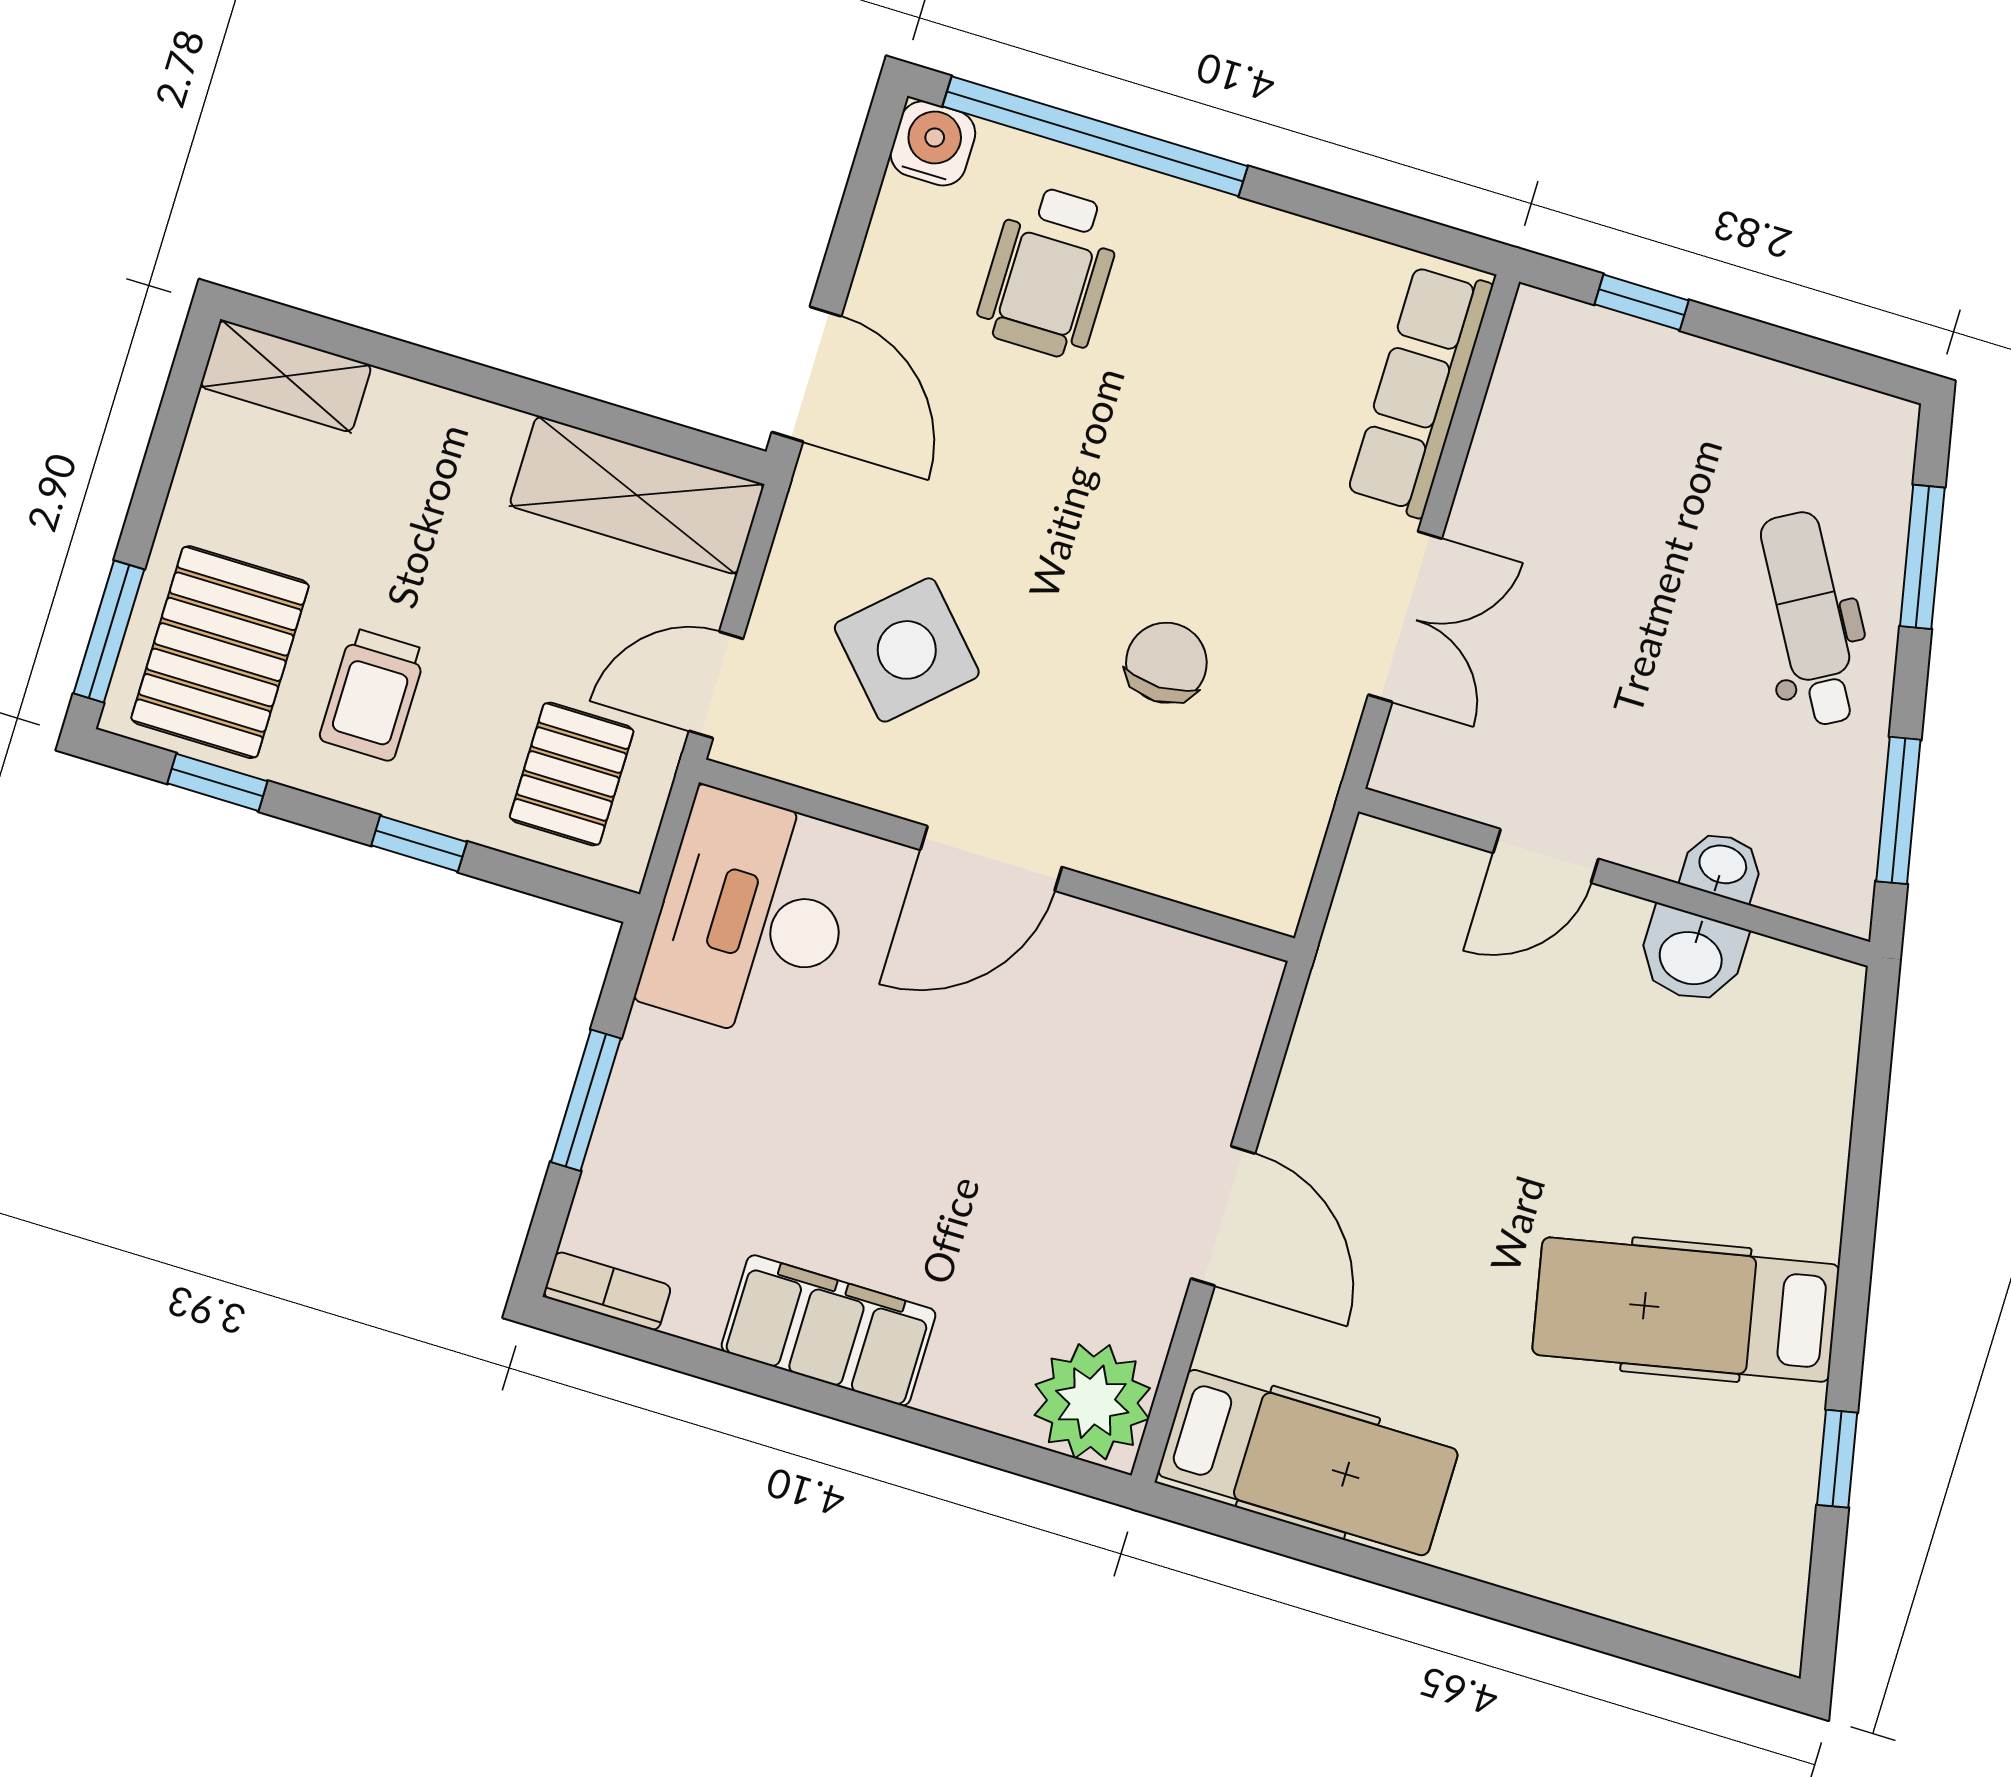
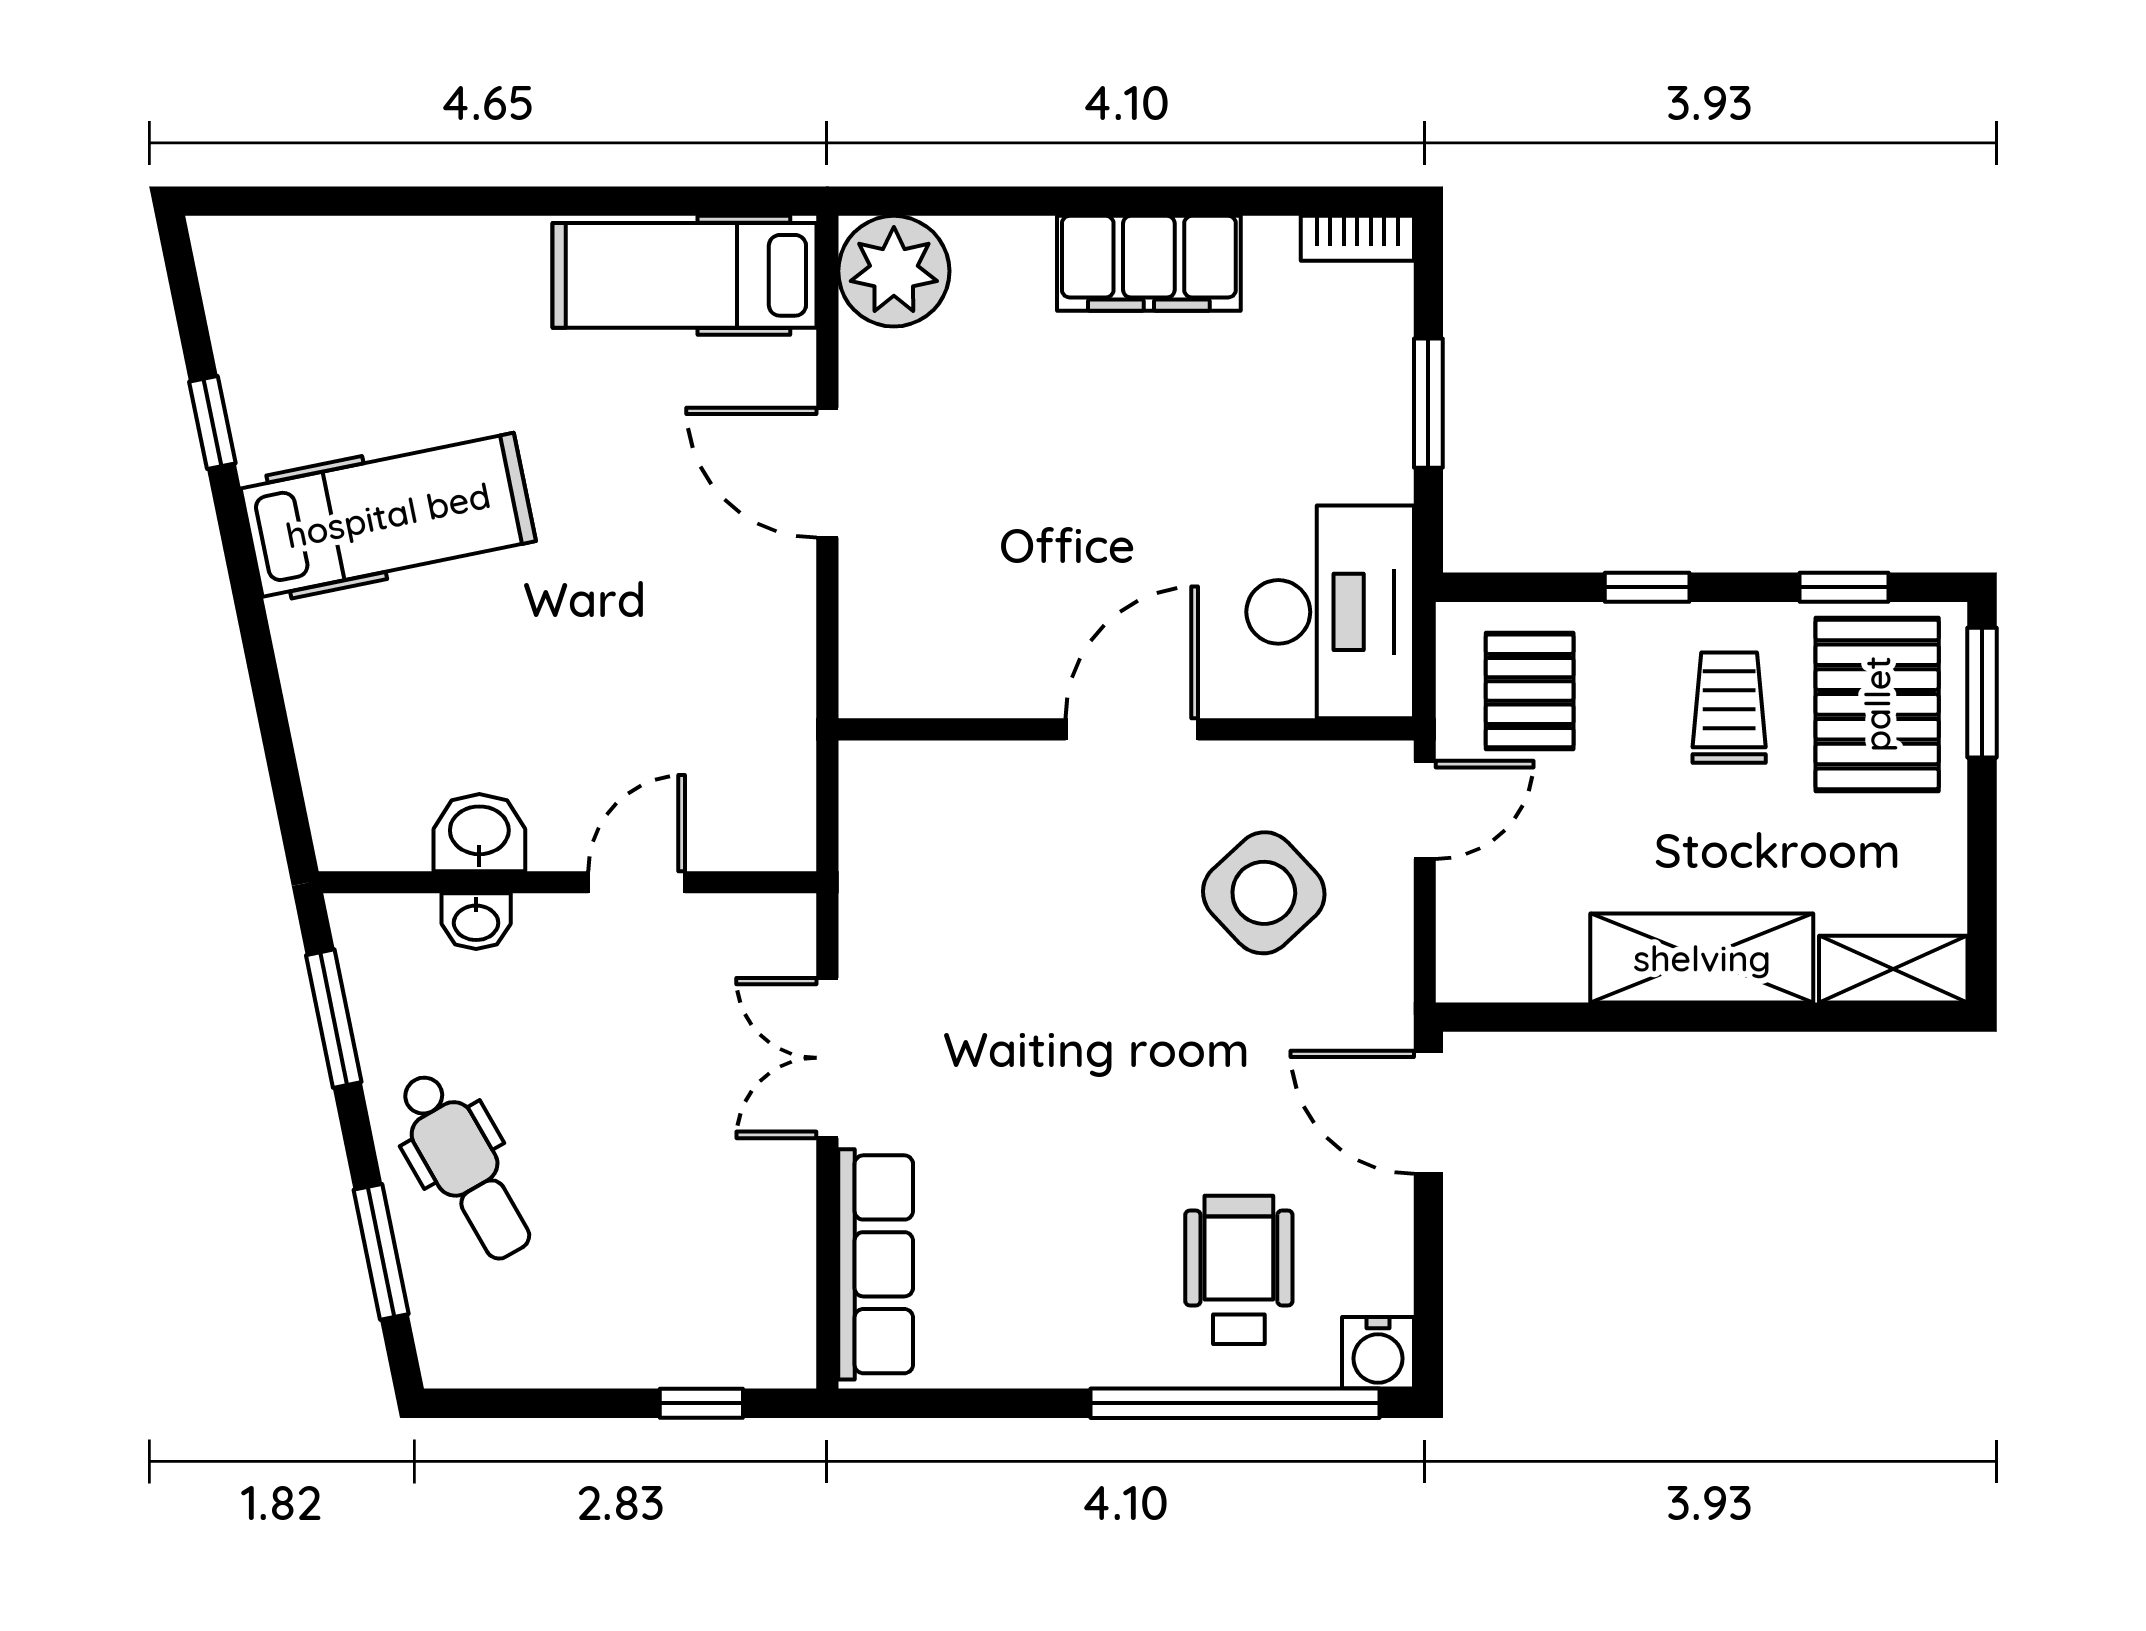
shelving: (637, 495) -> (1702, 958), moved
chair: (1166, 663) -> (1028, 952), removed

